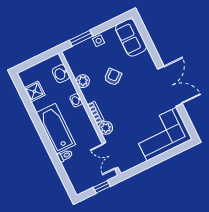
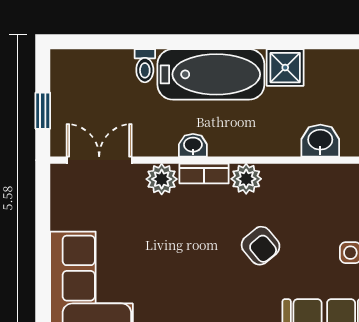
plant: (83, 81) -> (246, 179), moved
shower: (34, 91) -> (285, 68), moved
washbasin: (76, 100) -> (193, 145), moved

